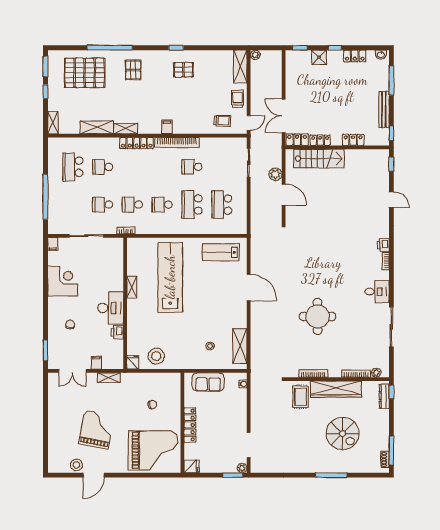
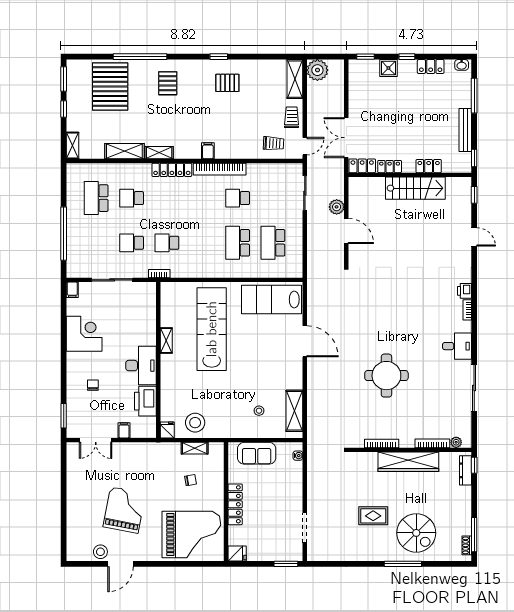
plant: (255, 55) -> (317, 70), width x1.87, depth x1.87
pallet: (85, 73) -> (110, 87), turned 90
stairs: (319, 158) -> (415, 188), moved
school desk: (162, 205) -> (202, 243), removed
lab bench: (221, 252) -> (271, 299), width x1.36, depth x1.39
printer: (117, 332) -> (145, 401), width x1.87, depth x1.48
shelving: (109, 378) -> (195, 448), moved
rug: (300, 397) -> (373, 516), moved, turned 90
spiral stairs: (343, 434) -> (416, 533), moved
plant: (242, 468) -> (297, 555), removed

